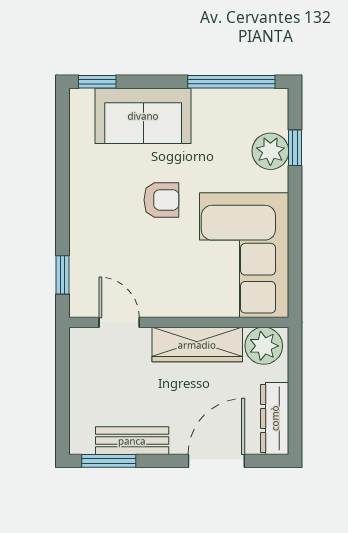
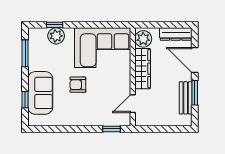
window: (97, 82) -> (25, 100), moved
window: (231, 82) -> (25, 53), width x0.69
armchair: (161, 200) -> (78, 85), turned -90
window: (109, 461) -> (195, 93), moved

